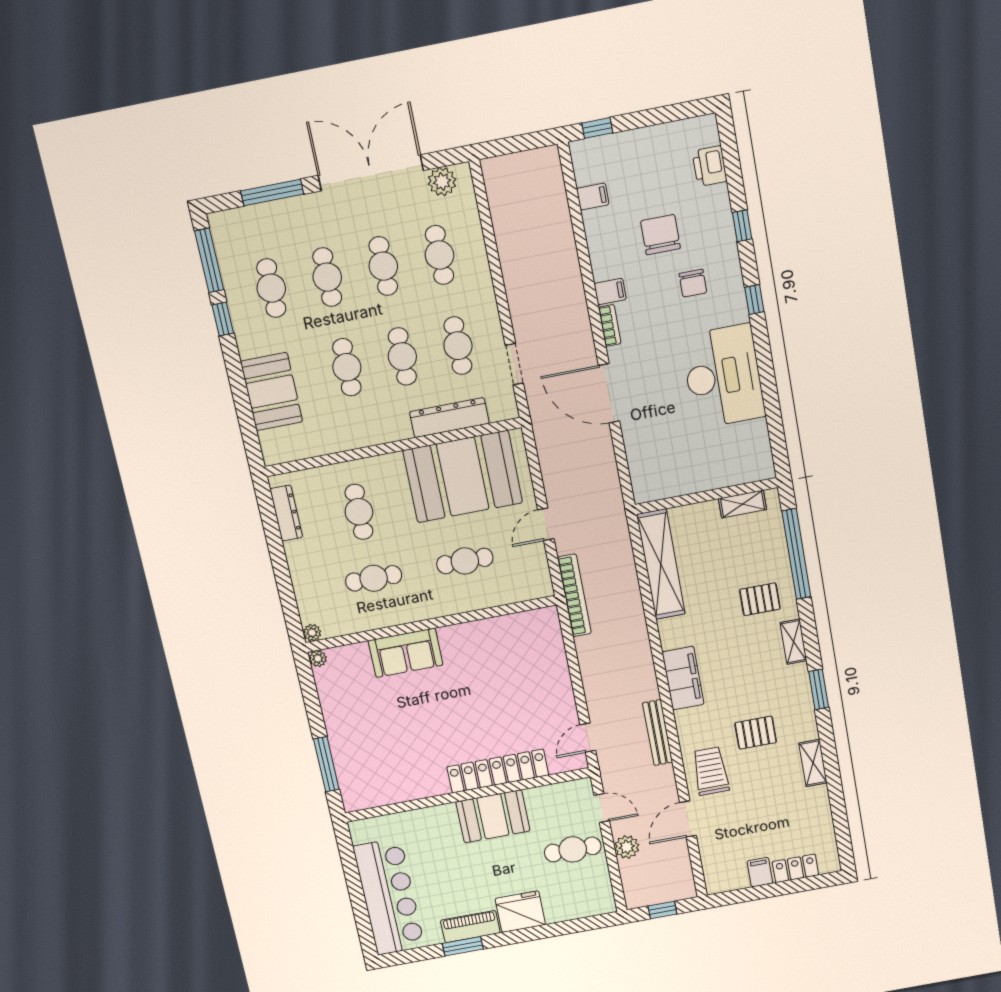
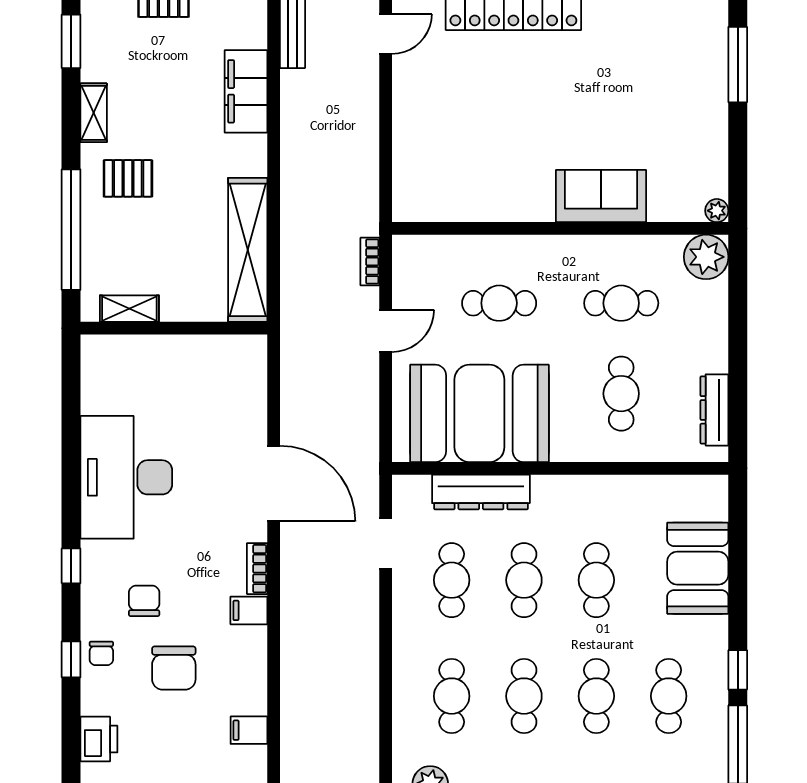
chair: (719, 235) -> (101, 653), added
bookcase: (574, 595) -> (370, 262), width x0.43, depth x0.76
plant: (312, 633) -> (706, 257), width x1.87, depth x1.87

